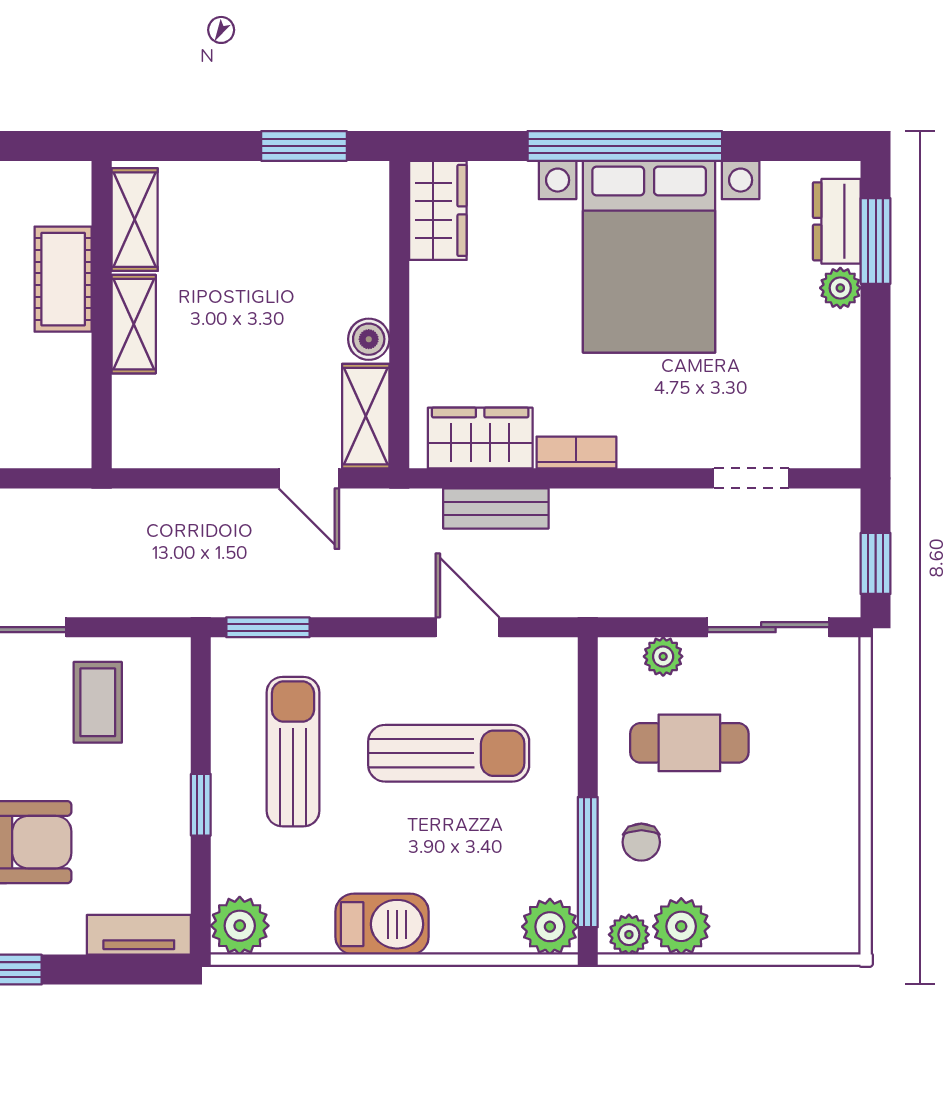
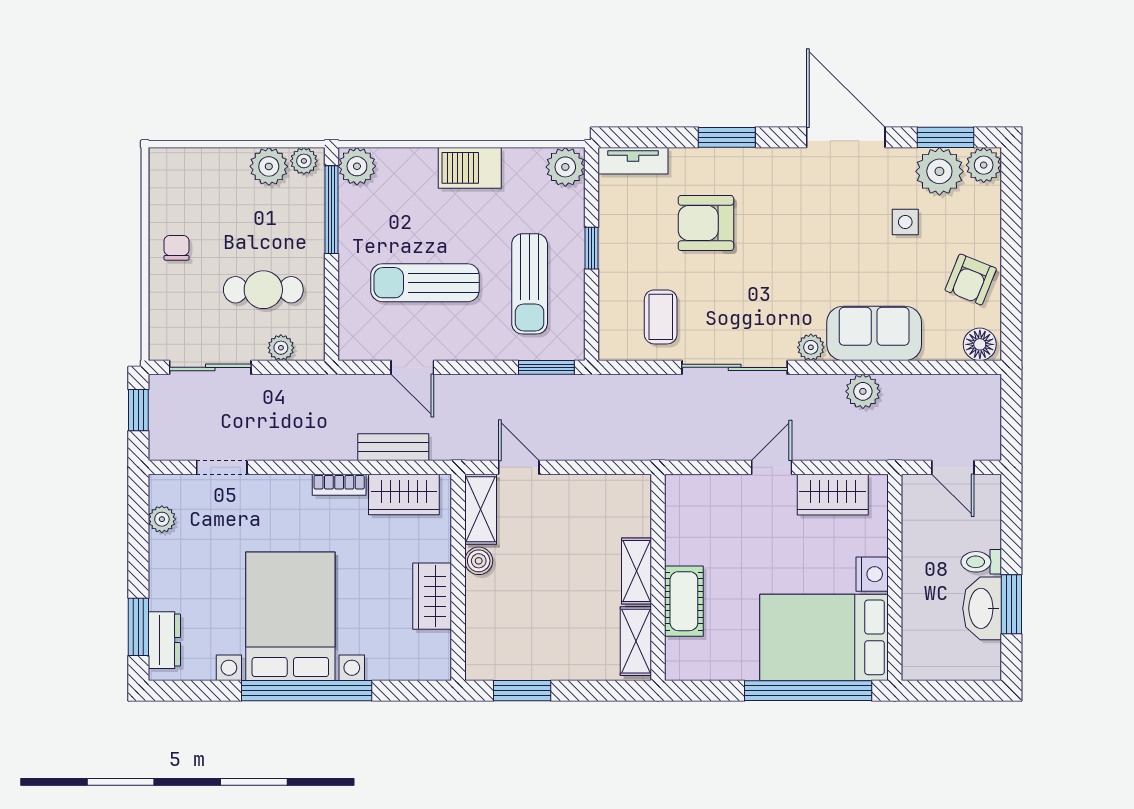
wardrobe: (438, 210) -> (432, 596), moved
plant: (840, 288) -> (162, 519), moved
chair: (641, 842) -> (176, 248), moved

